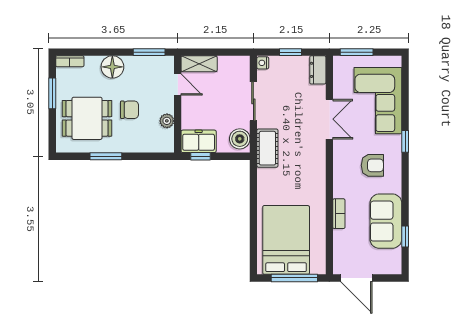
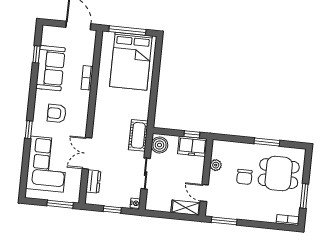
floor lamp: (112, 67) -> (254, 212), removed
dresser: (318, 70) -> (93, 181), moved
chair: (130, 110) -> (244, 177), turned -90

